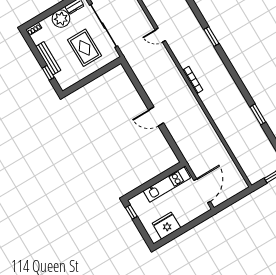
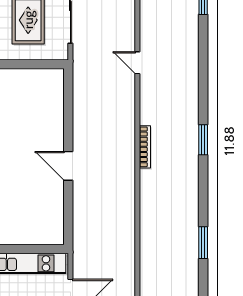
window: (211, 36) -> (203, 140), moved

